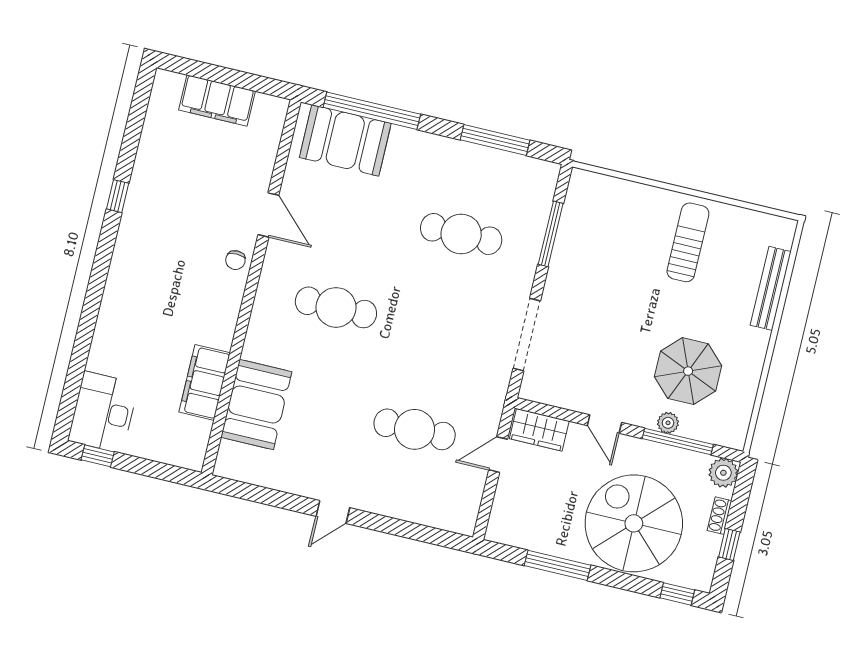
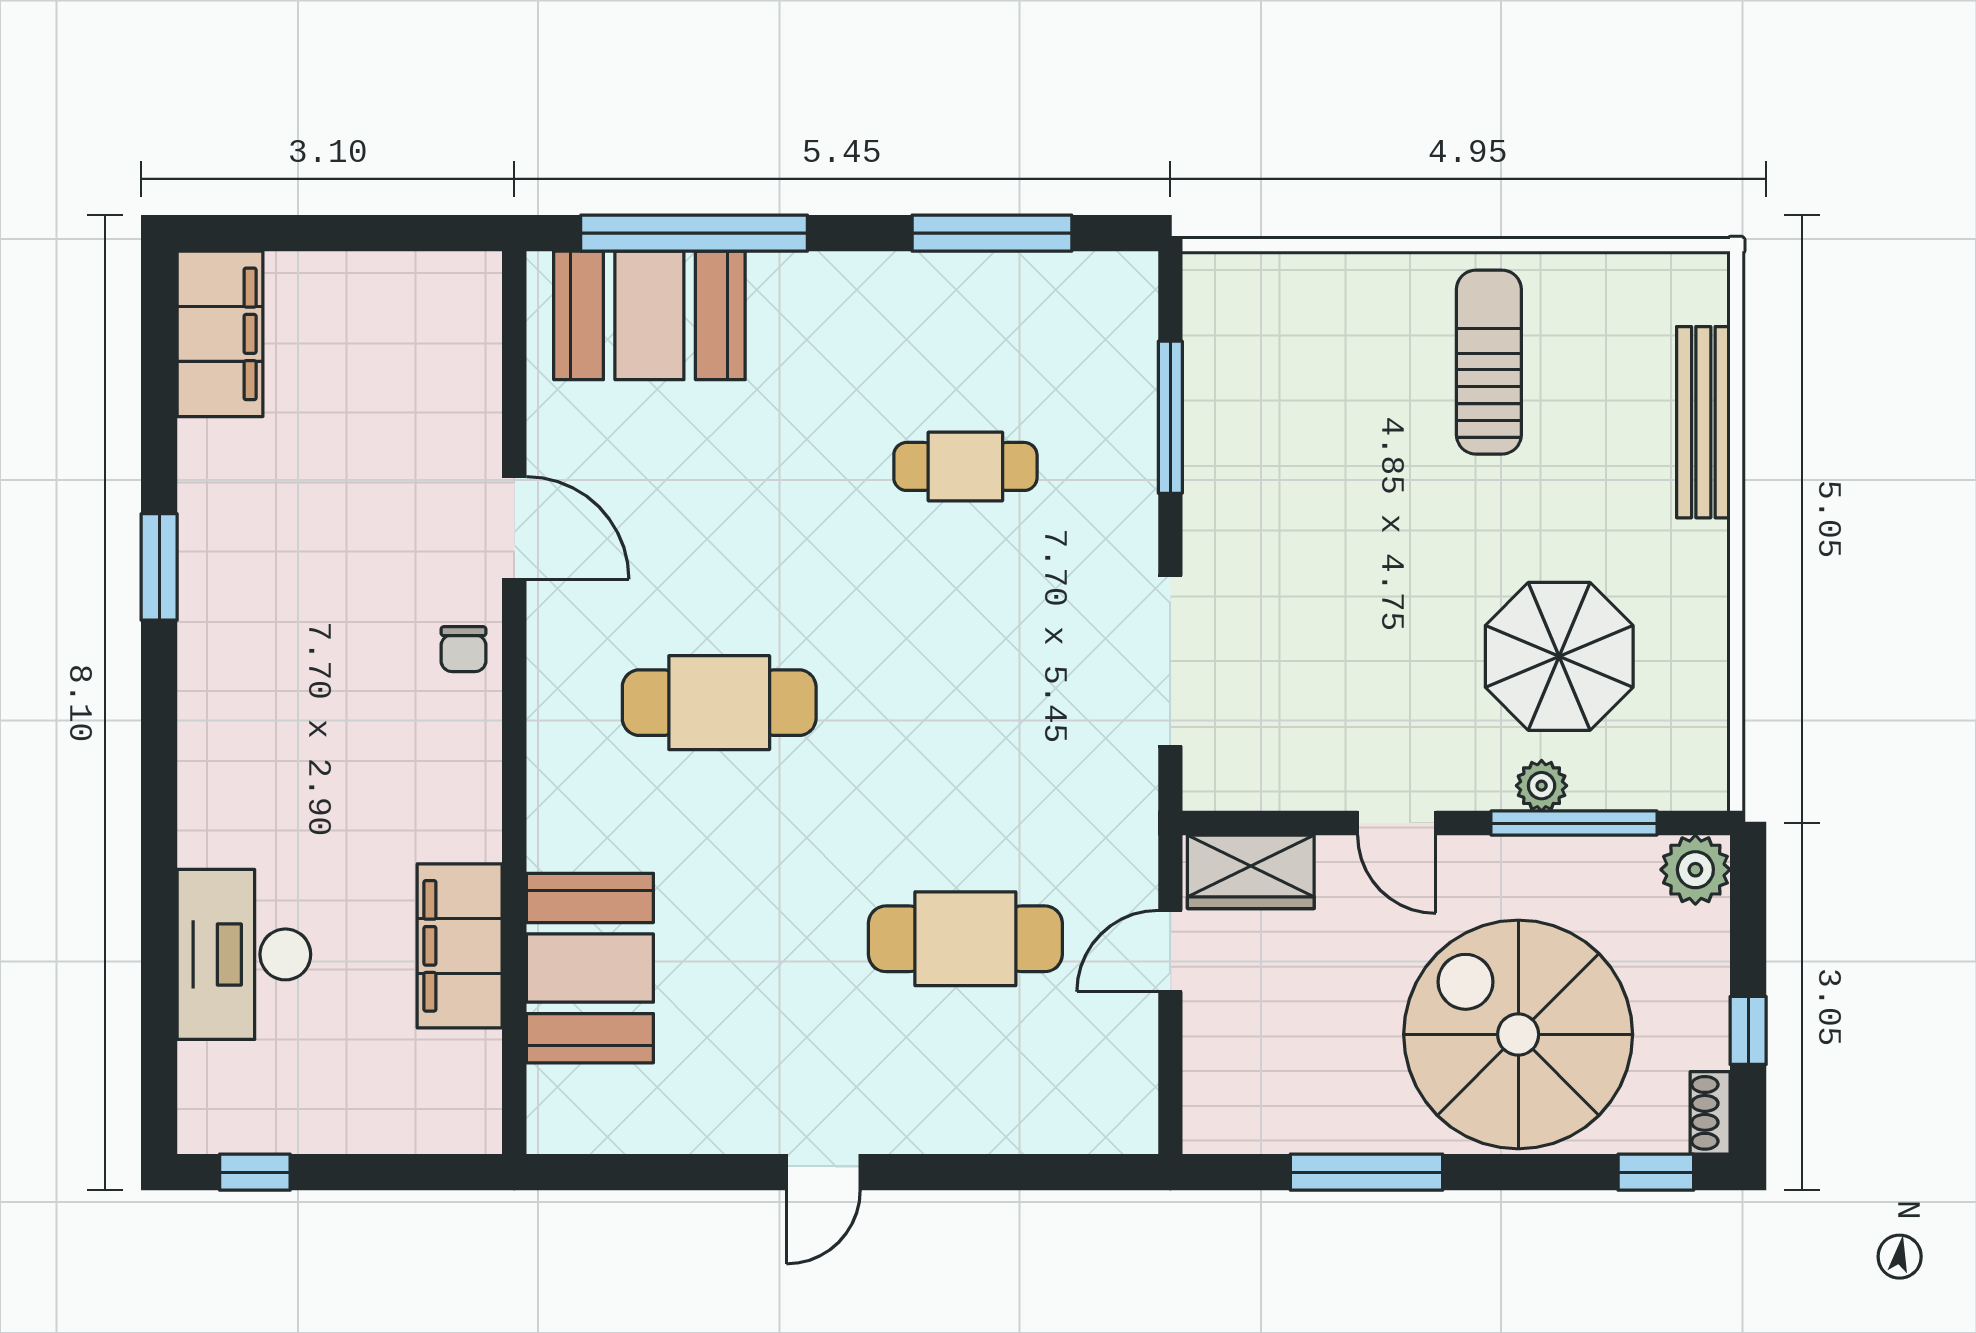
filing cabinet: (217, 100) -> (220, 334), moved, turned -90
window: (118, 196) -> (159, 567), width x1.50
cafe table: (461, 234) -> (965, 466), width x0.73, depth x0.74
desk: (103, 412) -> (244, 954), moved
shoe rack: (720, 516) -> (1710, 1113), moved

